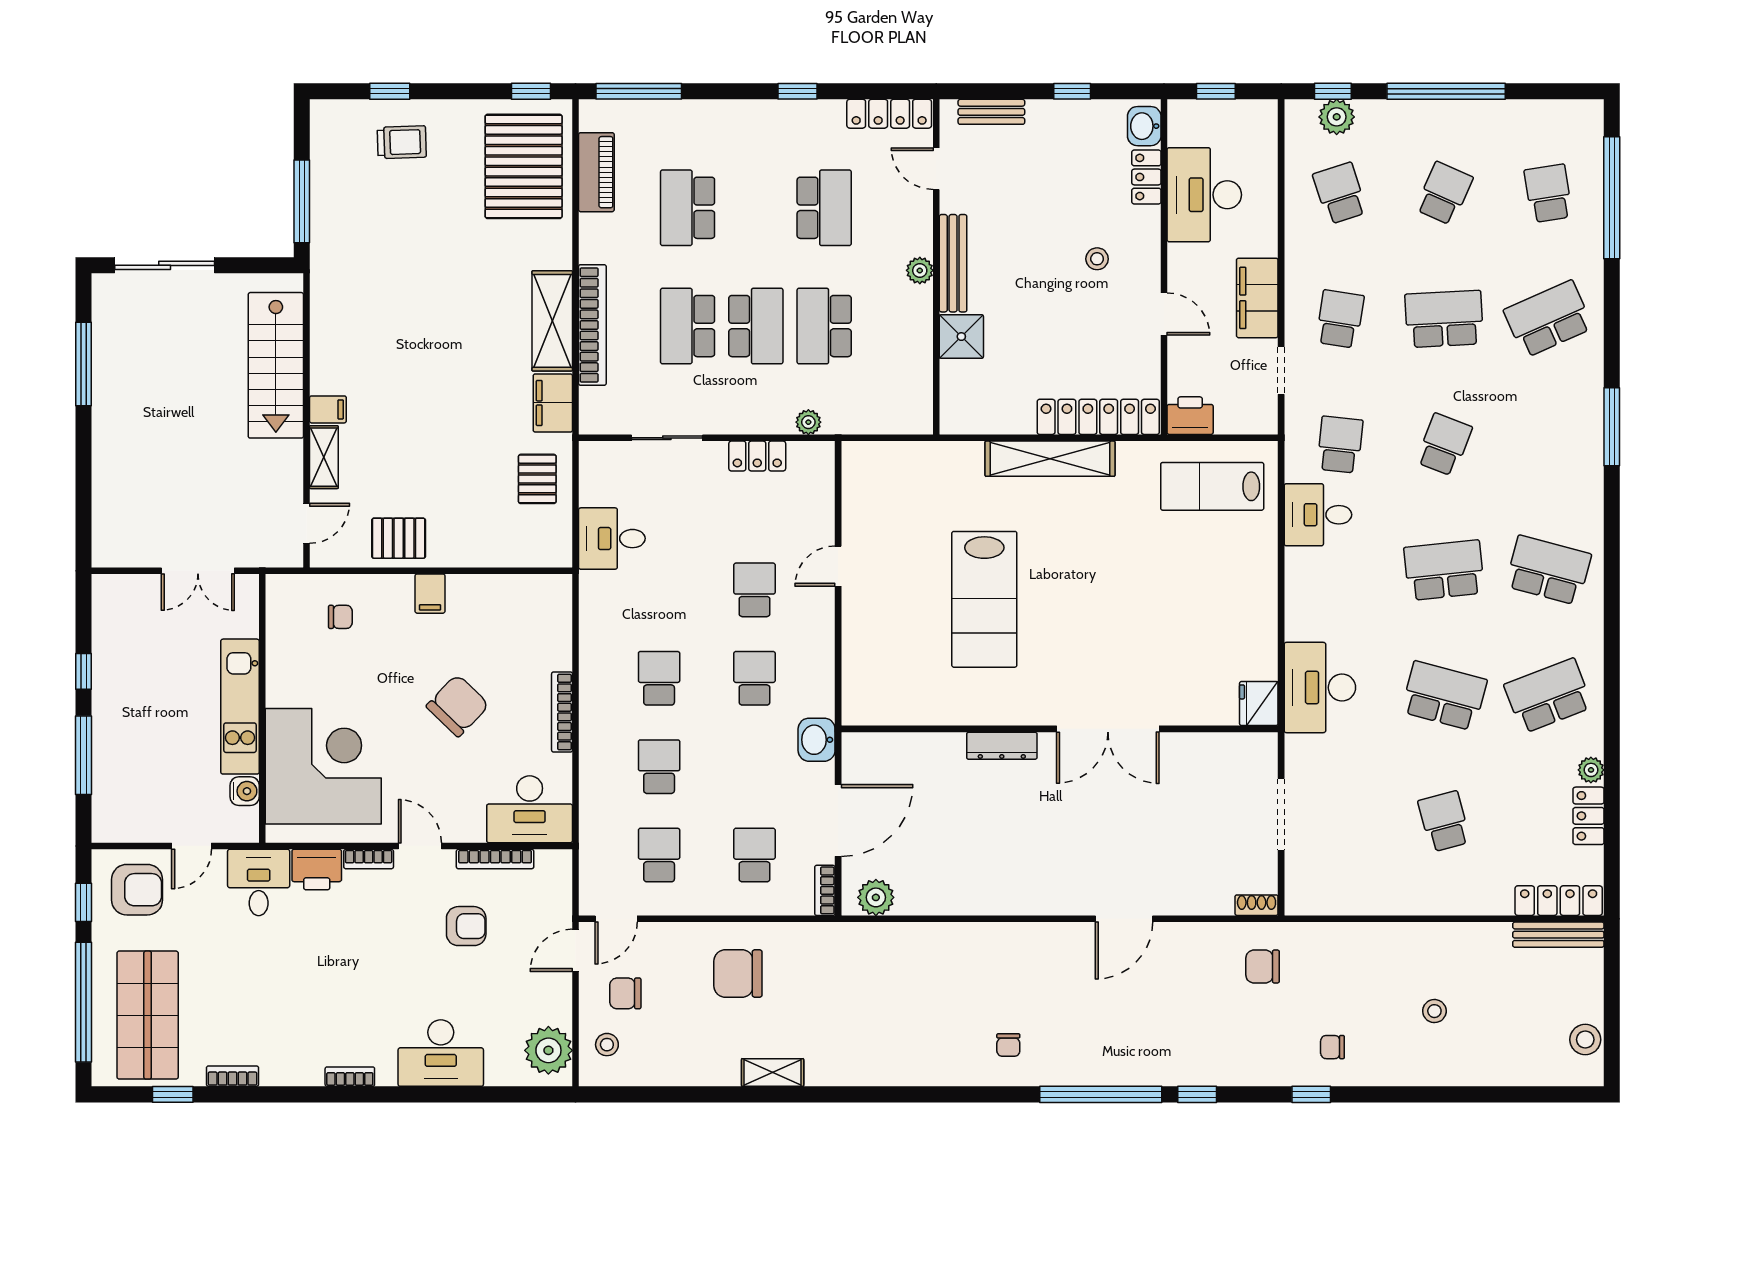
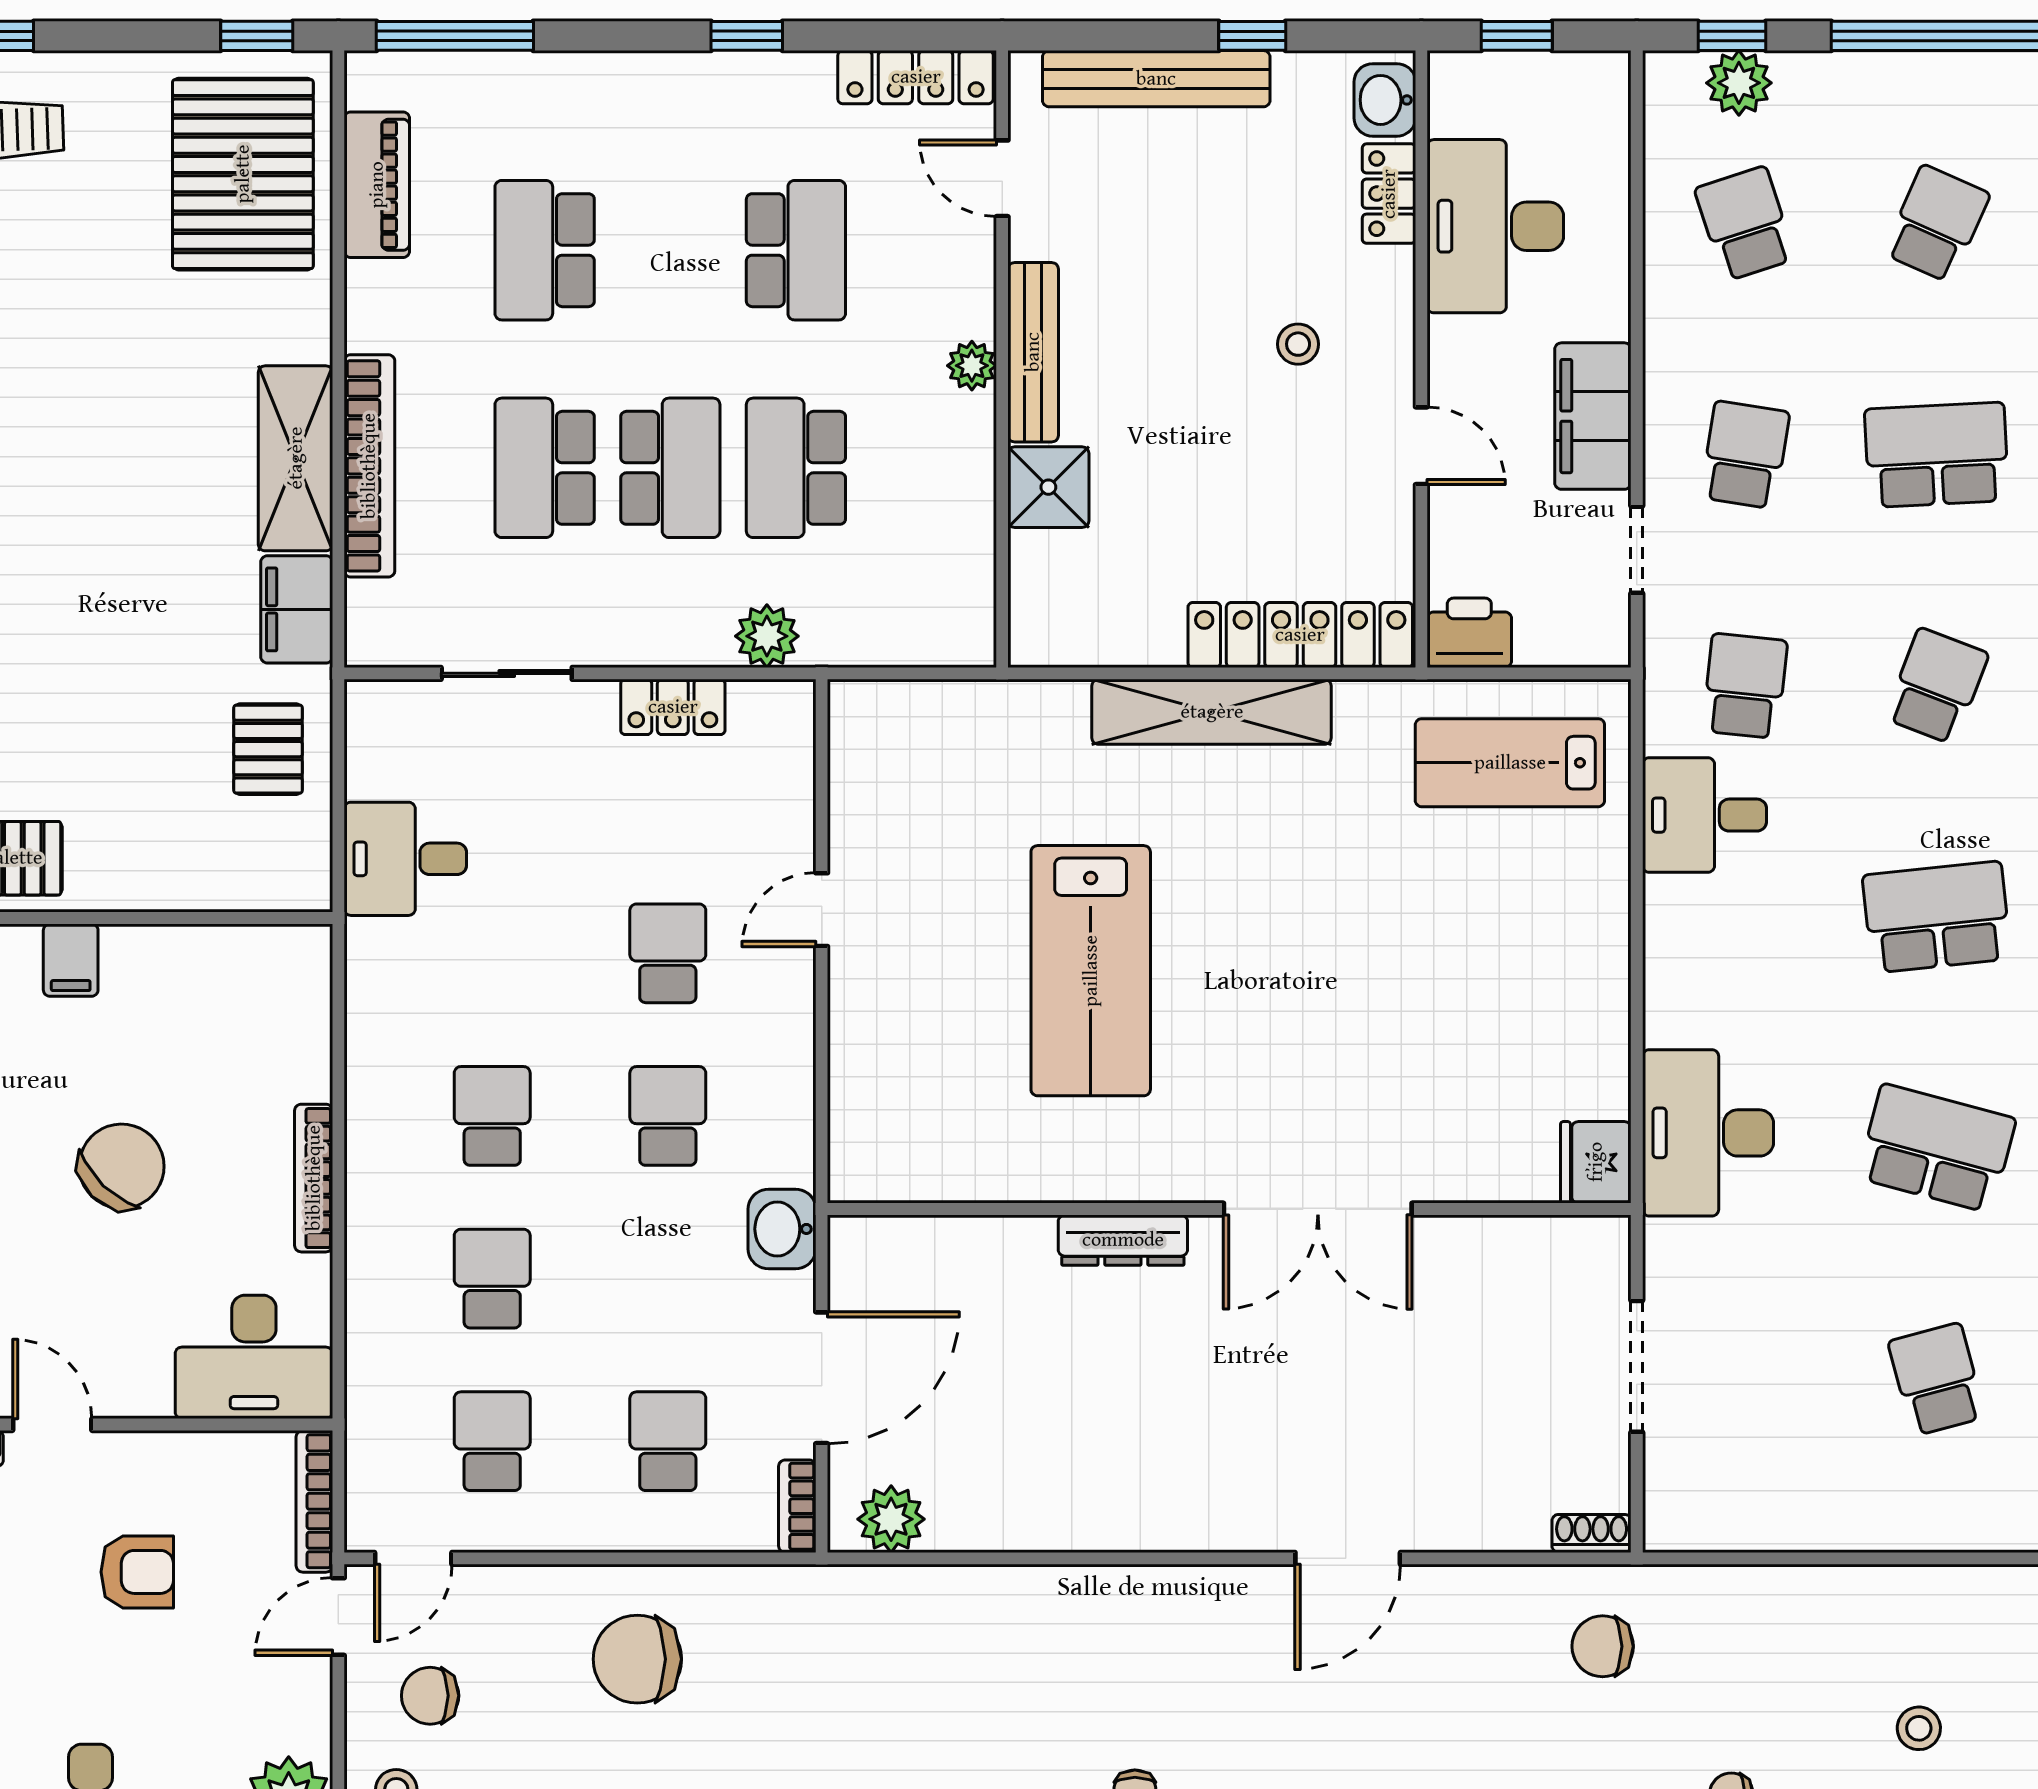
bench: (991, 112) -> (1156, 79), width x1.86, depth x1.21
plant: (808, 422) -> (767, 636), width x1.38, depth x1.38
bookcase: (495, 859) -> (314, 1501), moved, turned 90

